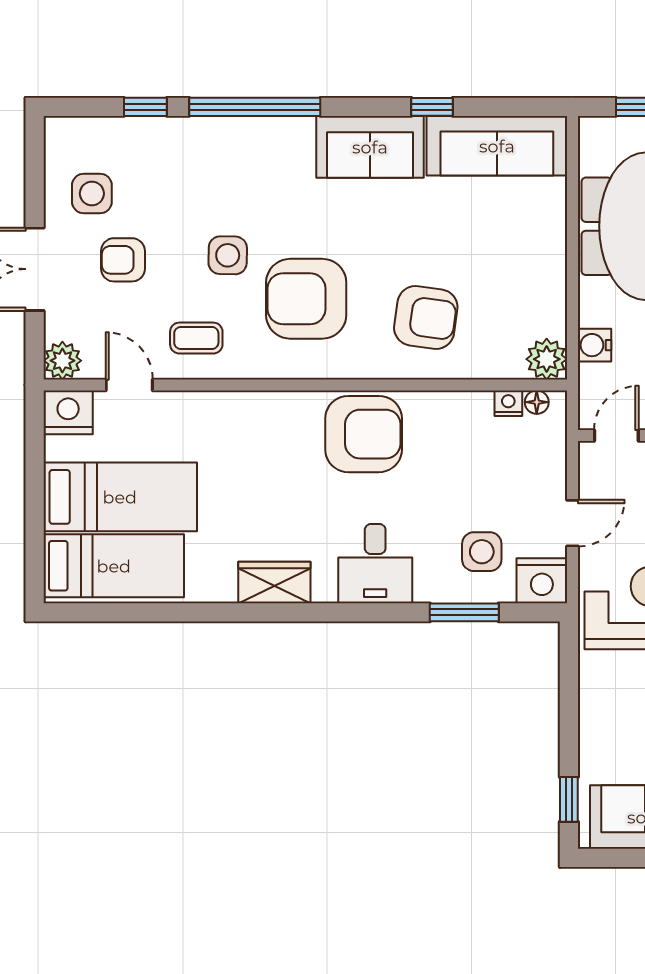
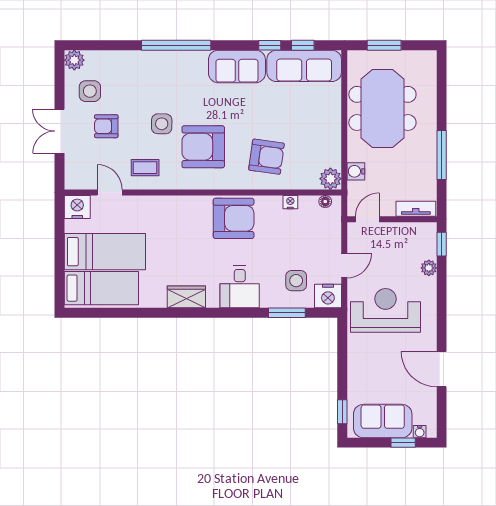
window: (145, 107) -> (303, 45), moved
plant: (62, 361) -> (74, 60), moved
nightstand: (508, 403) -> (290, 202), moved

